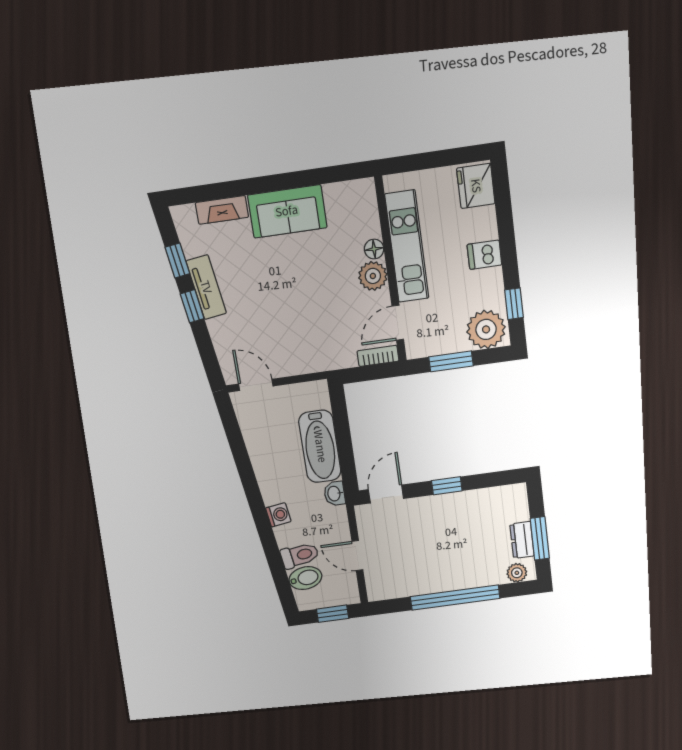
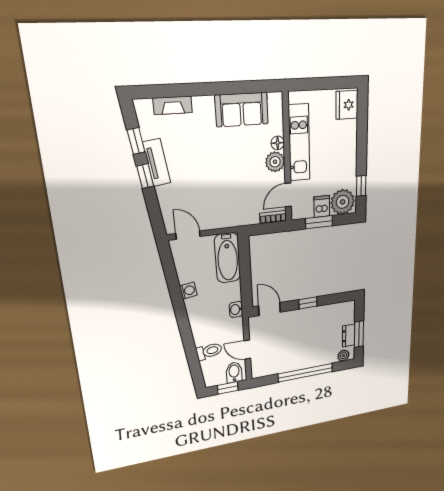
sofa: (287, 211) -> (242, 110), moved
dishwasher: (484, 255) -> (322, 206), moved, turned 90
bathtub: (320, 446) -> (228, 258), moved
door: (386, 494) -> (269, 309), hinge flipped
washing machine: (278, 515) -> (188, 291), moved
bidet: (305, 578) -> (234, 372), moved, turned -82

